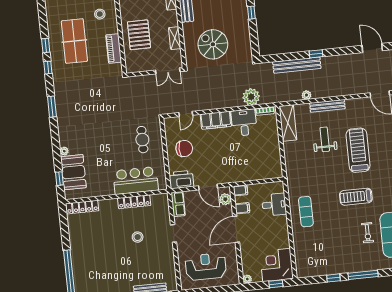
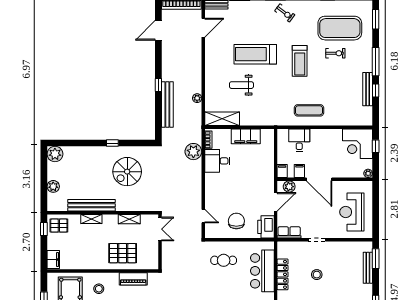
spiral stairs: (213, 44) -> (127, 172), moved
bench: (327, 106) -> (368, 89), moved
filing cabinet: (216, 120) -> (246, 136), moved, turned 90

